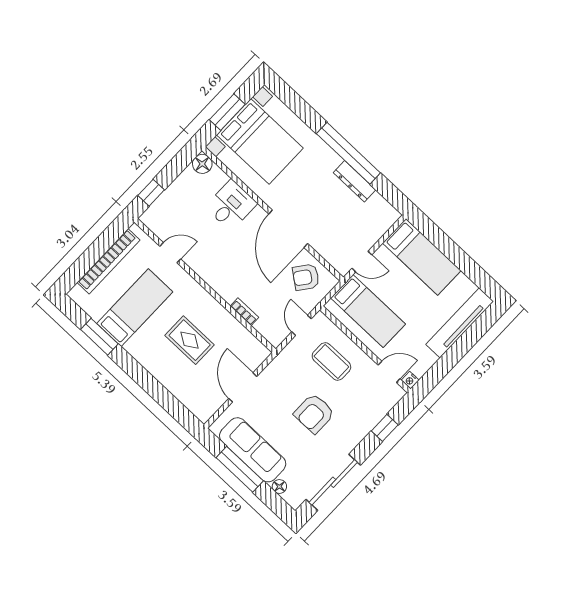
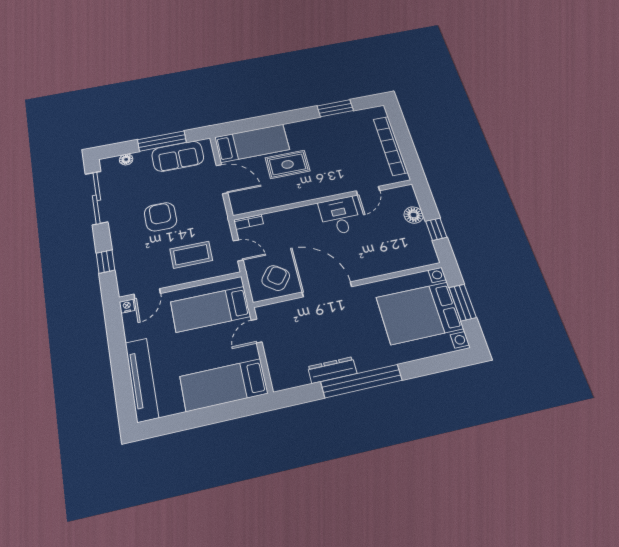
floor lamp: (202, 164) -> (414, 215), moved
window: (151, 193) -> (436, 229), moved
desk: (231, 205) -> (340, 216), moved, turned 180
bed: (135, 308) -> (252, 143), moved, turned -90
bookcase: (244, 312) -> (248, 222), moved
sofa: (253, 450) -> (178, 156), width x0.73

